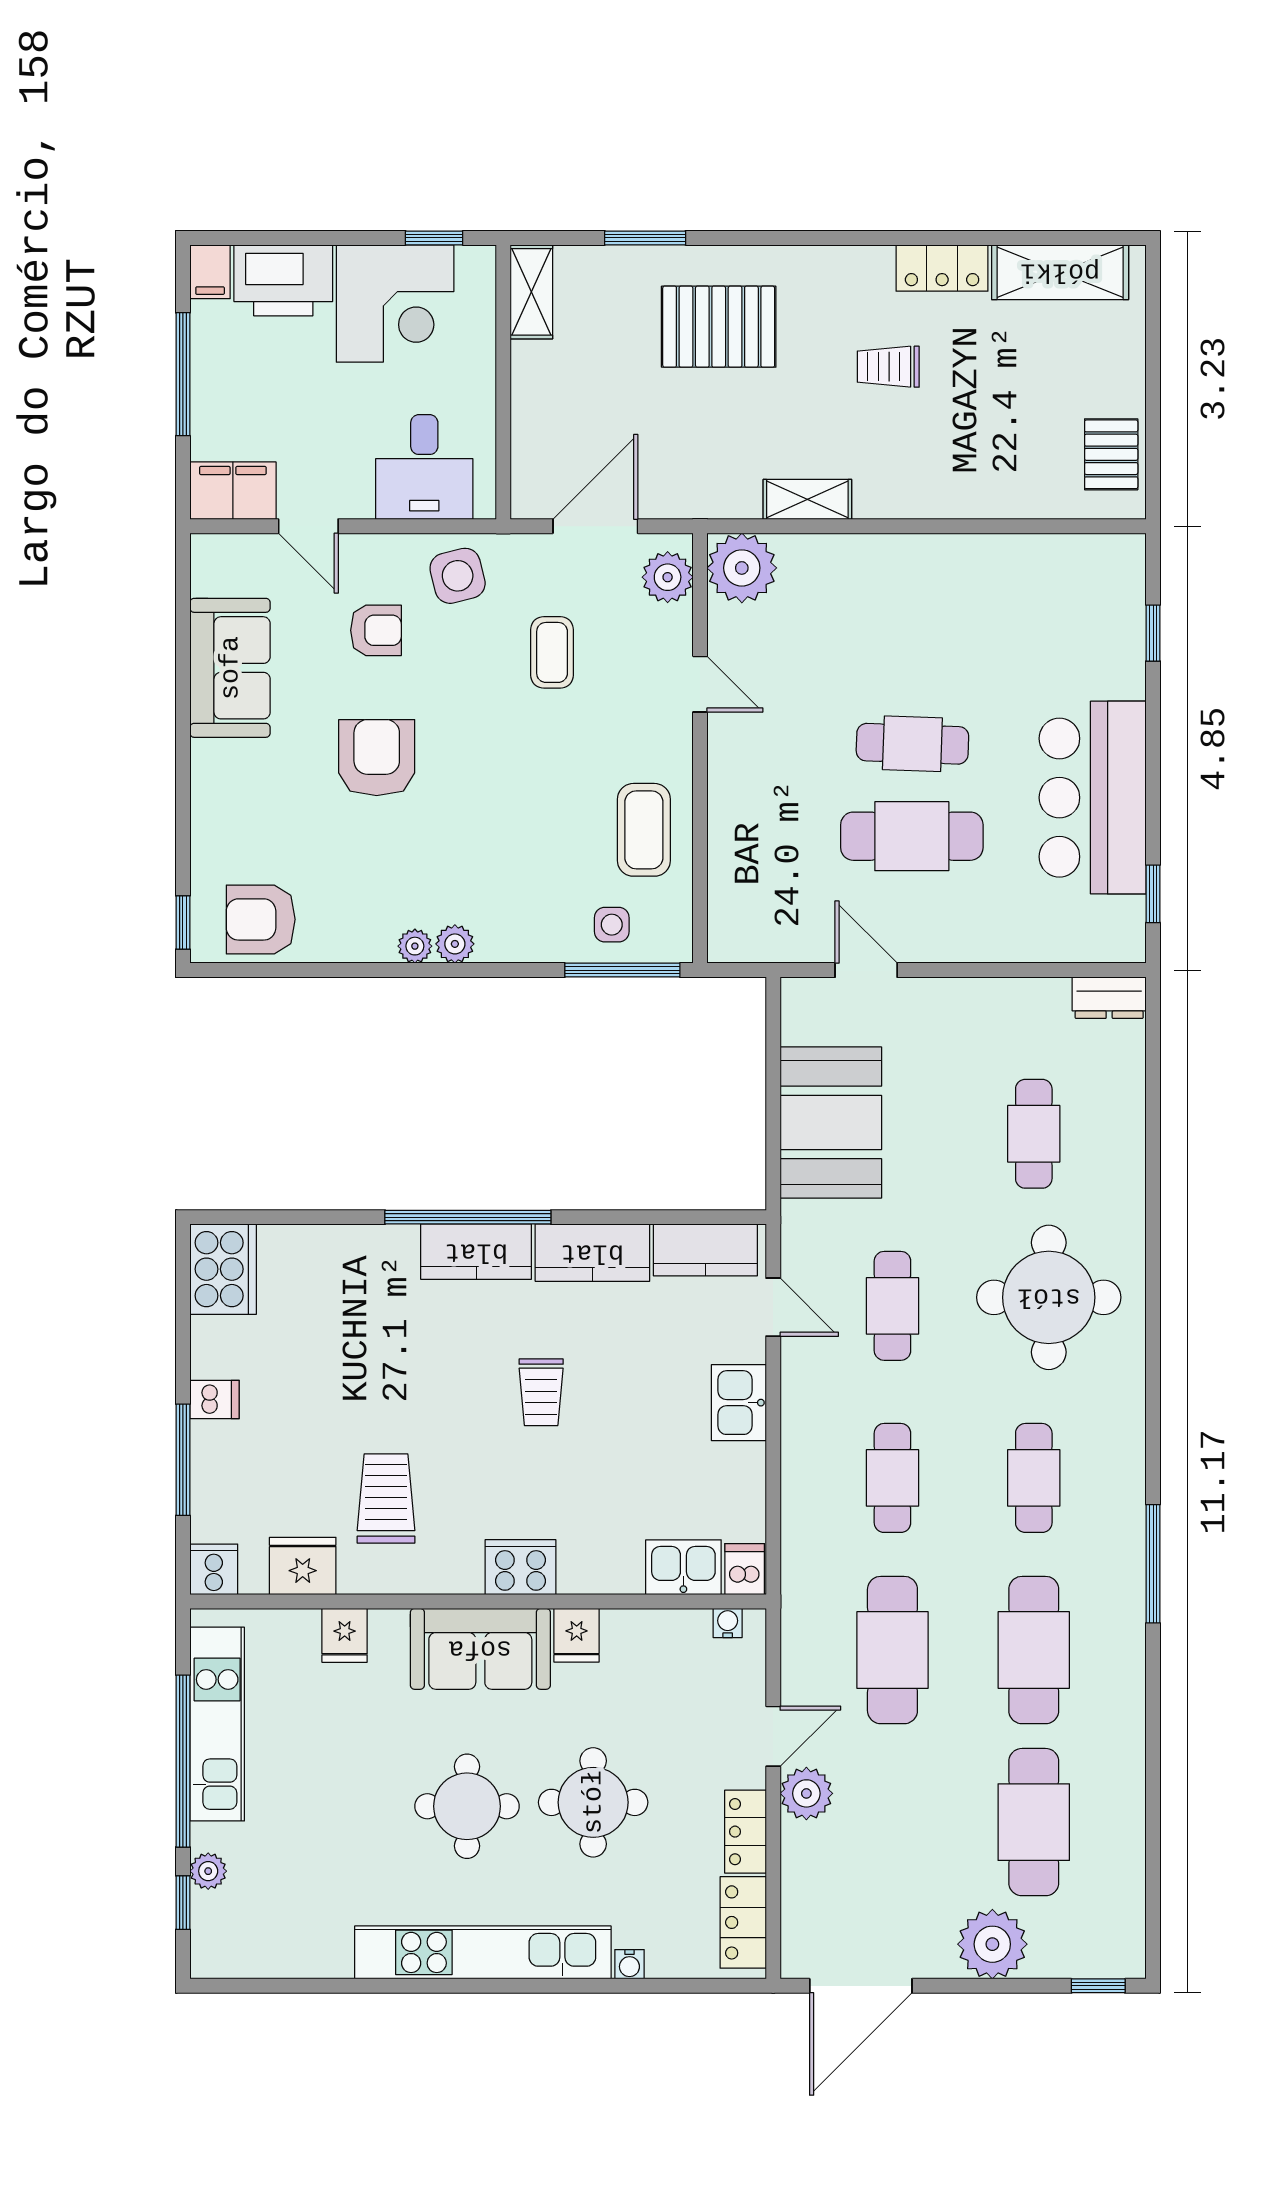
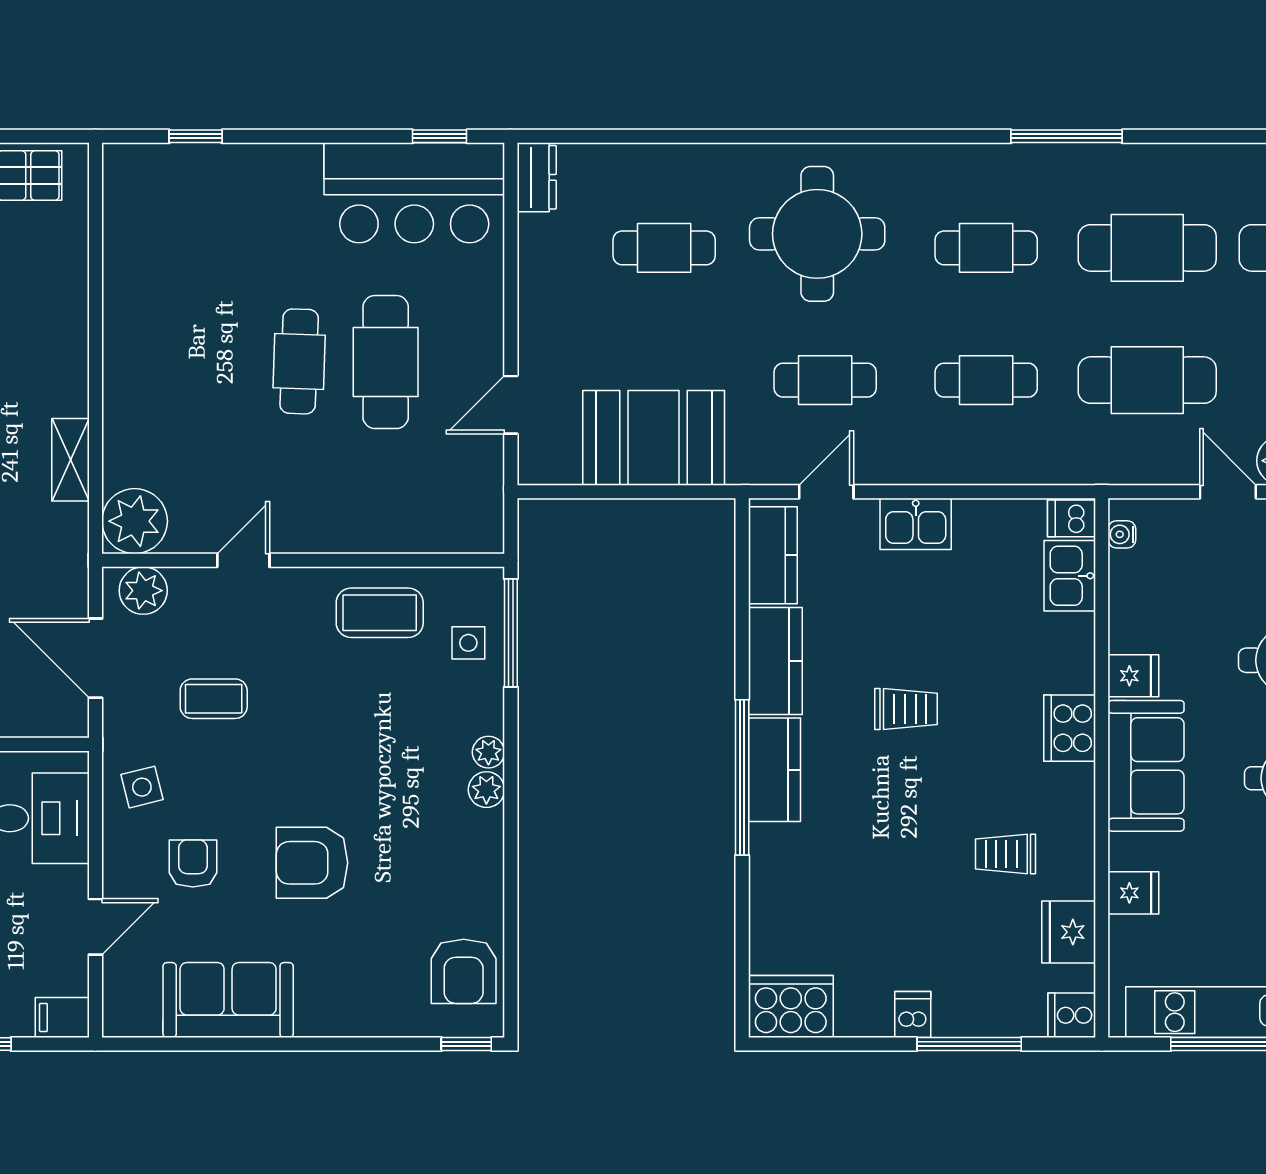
filing cabinet: (233, 491) -> (62, 1017), width x0.50
side table: (458, 576) -> (142, 787), width x0.73, depth x0.73
bar counter: (1093, 798) -> (414, 193), moved
plant: (415, 946) -> (488, 752), moved
trolley: (386, 1499) -> (1006, 854), width x0.73, depth x0.72

